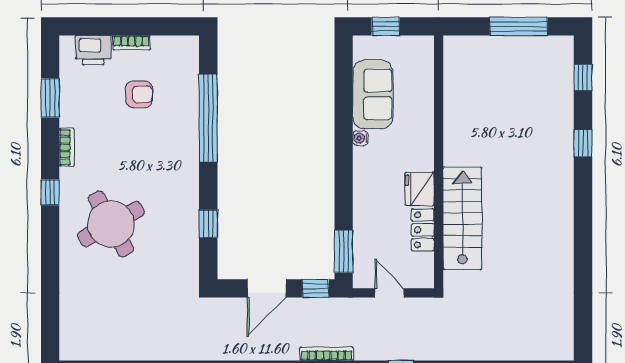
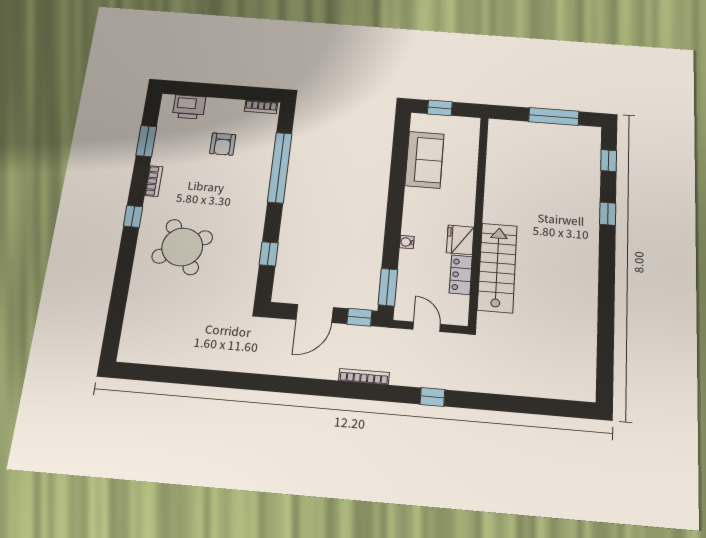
bookcase: (132, 43) -> (261, 107), moved
armchair: (139, 94) -> (223, 144), turned 90
water cooler: (360, 138) -> (407, 242), moved

